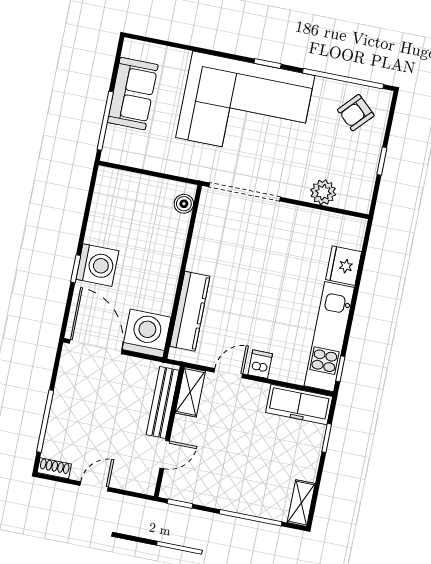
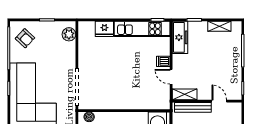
plant: (323, 192) -> (69, 34), moved
kitchen counter: (190, 311) -> (143, 103), removed
shelving: (301, 503) -> (219, 26), moved

